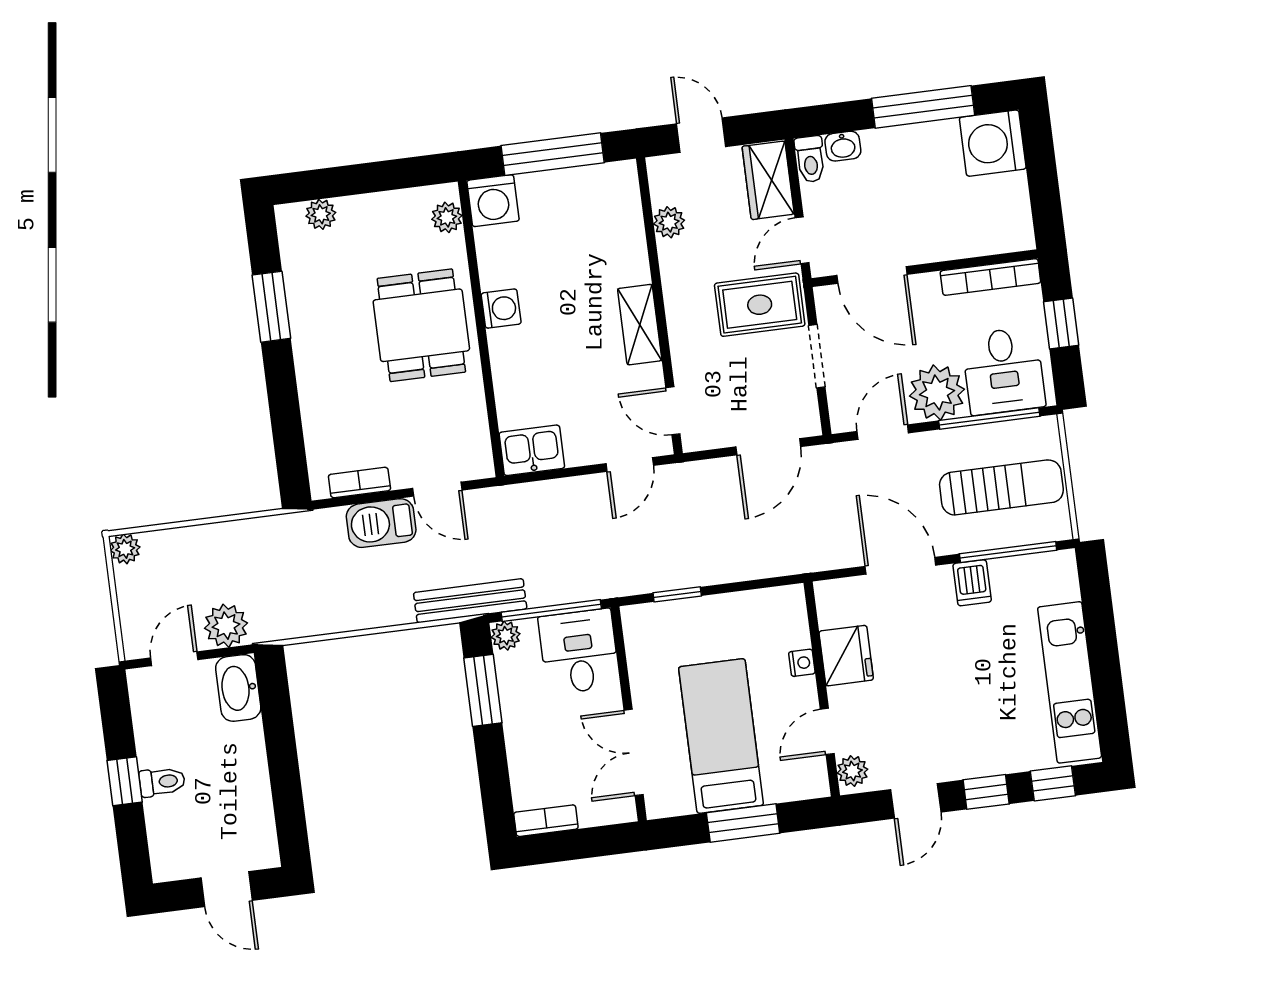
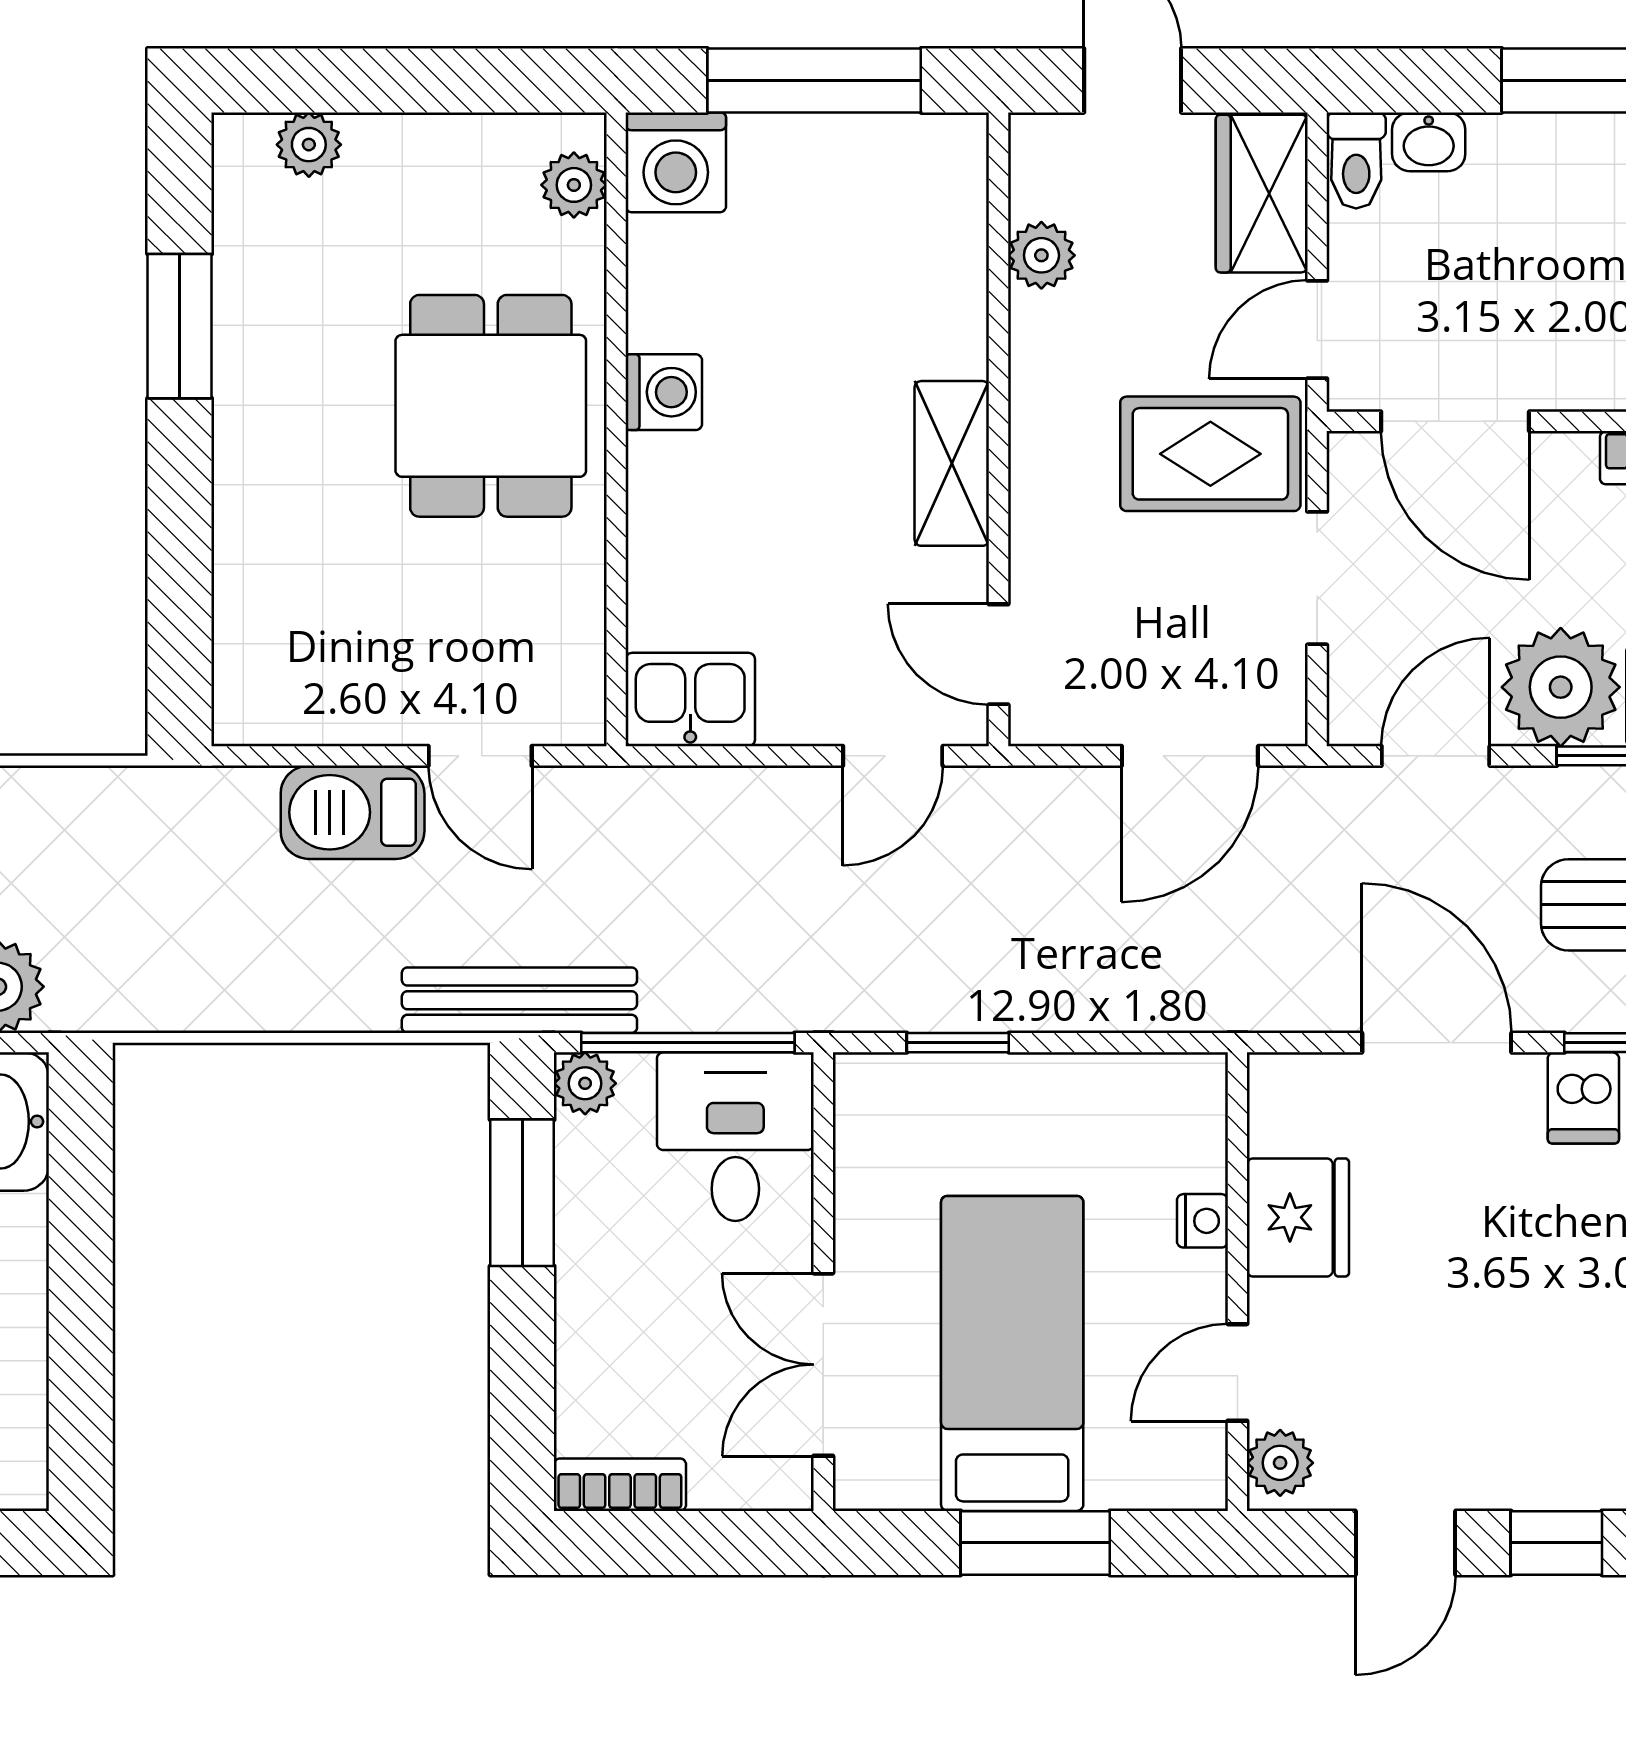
bookcase: (359, 483) -> (318, 721), removed

